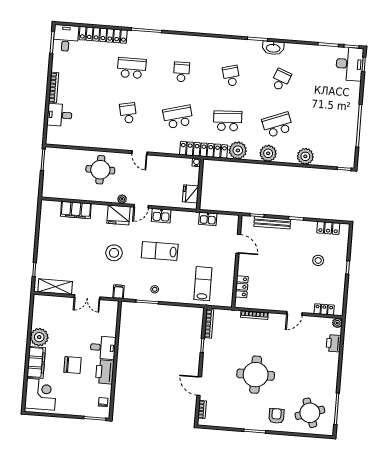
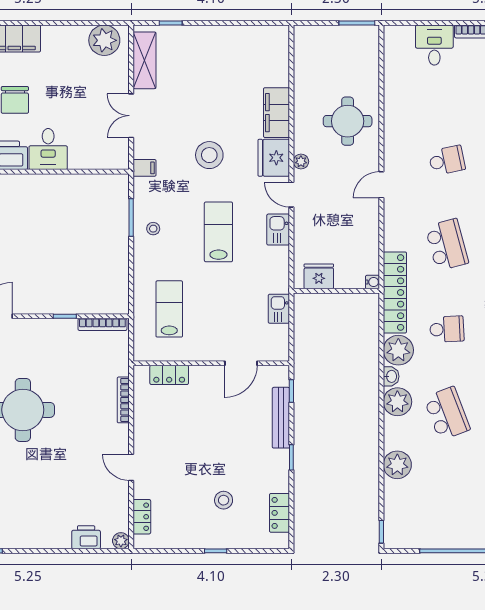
school desk: (228, 121) -> (447, 329), width x0.54
washbasin: (253, 156) -> (391, 376), added
filing cabinet: (76, 210) -> (276, 113), moved
lab bench: (203, 284) -> (169, 309), turned -90
plant: (39, 337) -> (104, 40), moved

